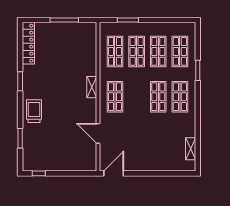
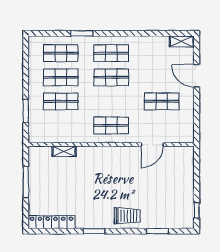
shop shelf: (115, 51) -> (162, 101), moved
shelving: (92, 87) -> (64, 151), moved
trolley: (34, 111) -> (127, 216), turned 180
shelving: (191, 149) -> (182, 41), moved
door: (114, 173) -> (197, 76), moved

